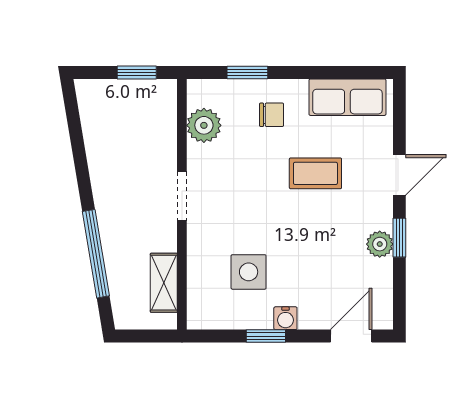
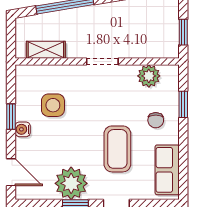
coffee table: (315, 173) -> (117, 149), width x1.36, depth x1.30
plant: (380, 244) -> (71, 183), width x1.88, depth x1.88

